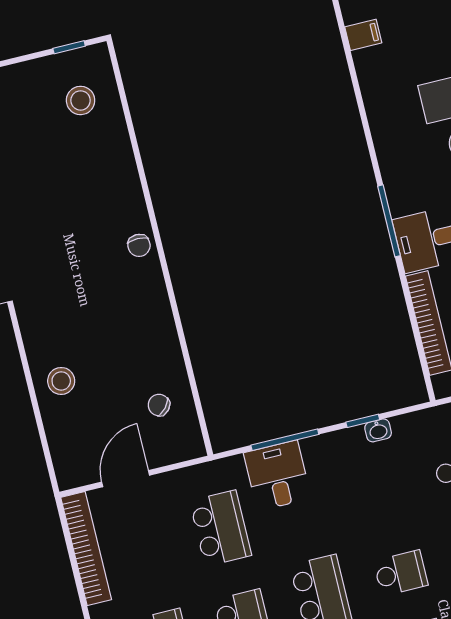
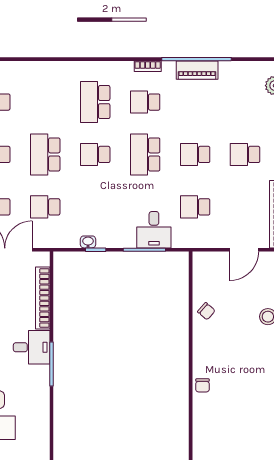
chair: (139, 245) -> (202, 385), turned 180
chair: (159, 405) -> (206, 311), moved
school desk: (220, 528) -> (195, 207), width x0.54

